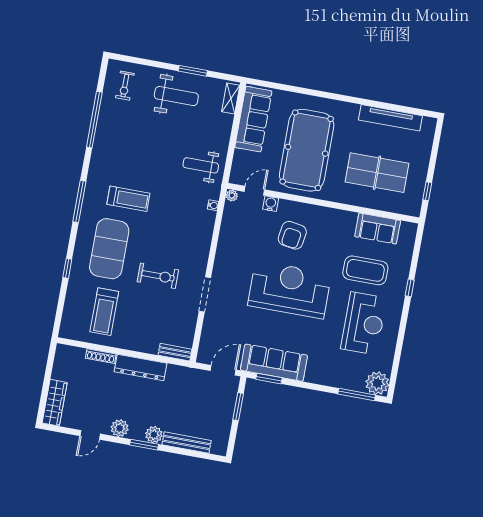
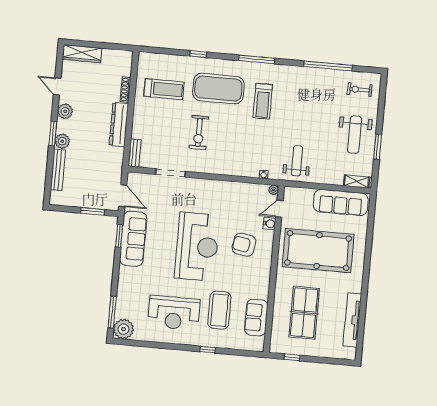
door: (254, 191) -> (279, 209), swing flipped
doorway: (205, 295) -> (171, 173), moved
treadmill: (104, 312) -> (164, 89), turned 180

